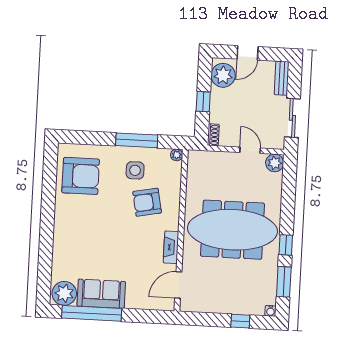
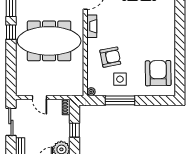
plant: (275, 163) -> (22, 90), removed
armchair: (81, 176) -> (158, 73), turned 89

